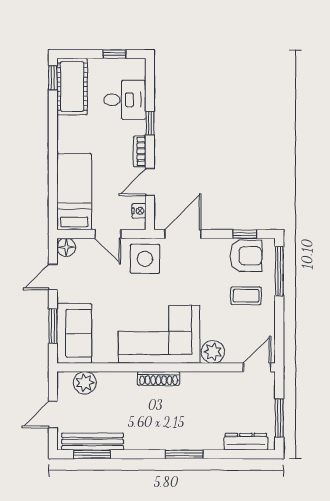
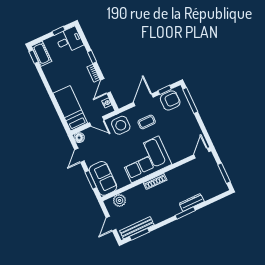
cot: (72, 87) -> (41, 54), width x0.73, depth x0.75
desk: (125, 100) -> (69, 40), moved
door: (183, 234) -> (143, 100), moved
coffee table: (246, 296) -> (147, 122), moved
plant: (213, 352) -> (176, 156), removed
dresser: (246, 442) -> (192, 202), moved

